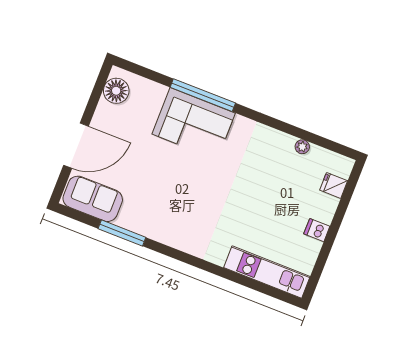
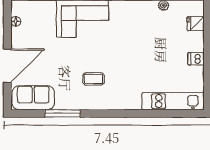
floor lamp: (116, 91) -> (16, 21), width x0.53, depth x0.53
coffee table: (178, 205) -> (94, 79), added

